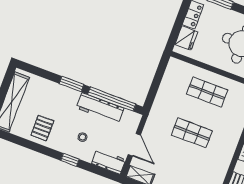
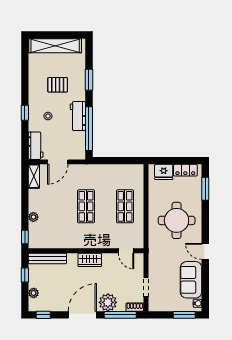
window: (71, 84) -> (89, 80), moved
workbench: (100, 108) -> (78, 116), width x0.73
pallet: (42, 128) -> (58, 85), moved

